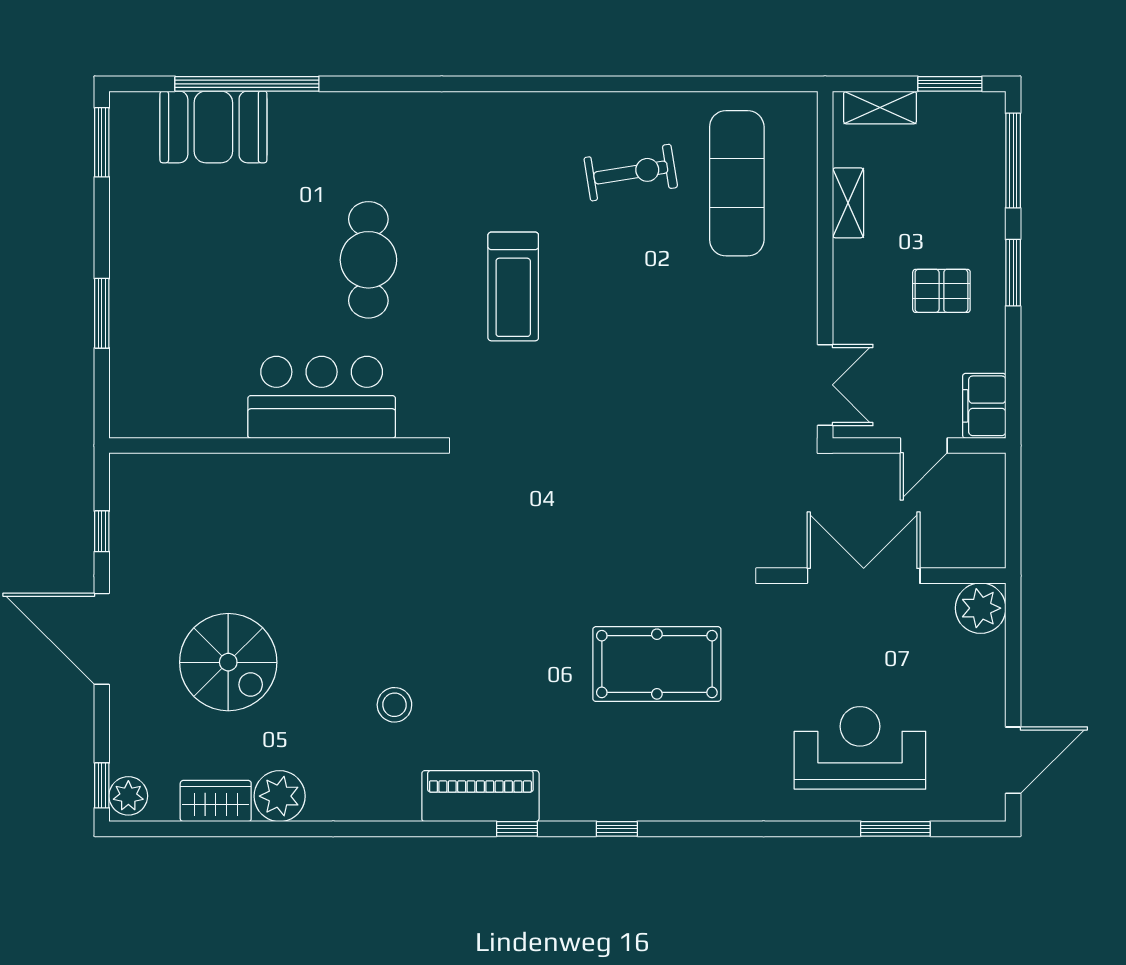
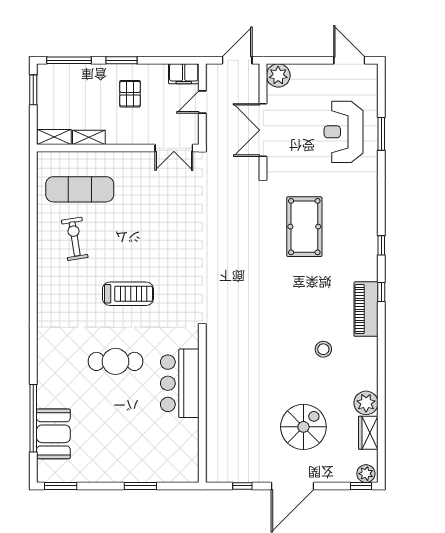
shelving: (880, 107) -> (54, 137), moved, turned 90
double door: (825, 385) -> (174, 148), swing flipped
door: (924, 445) -> (202, 102), swing flipped
door: (1013, 520) -> (237, 60), added
window: (895, 829) -> (381, 134), moved

